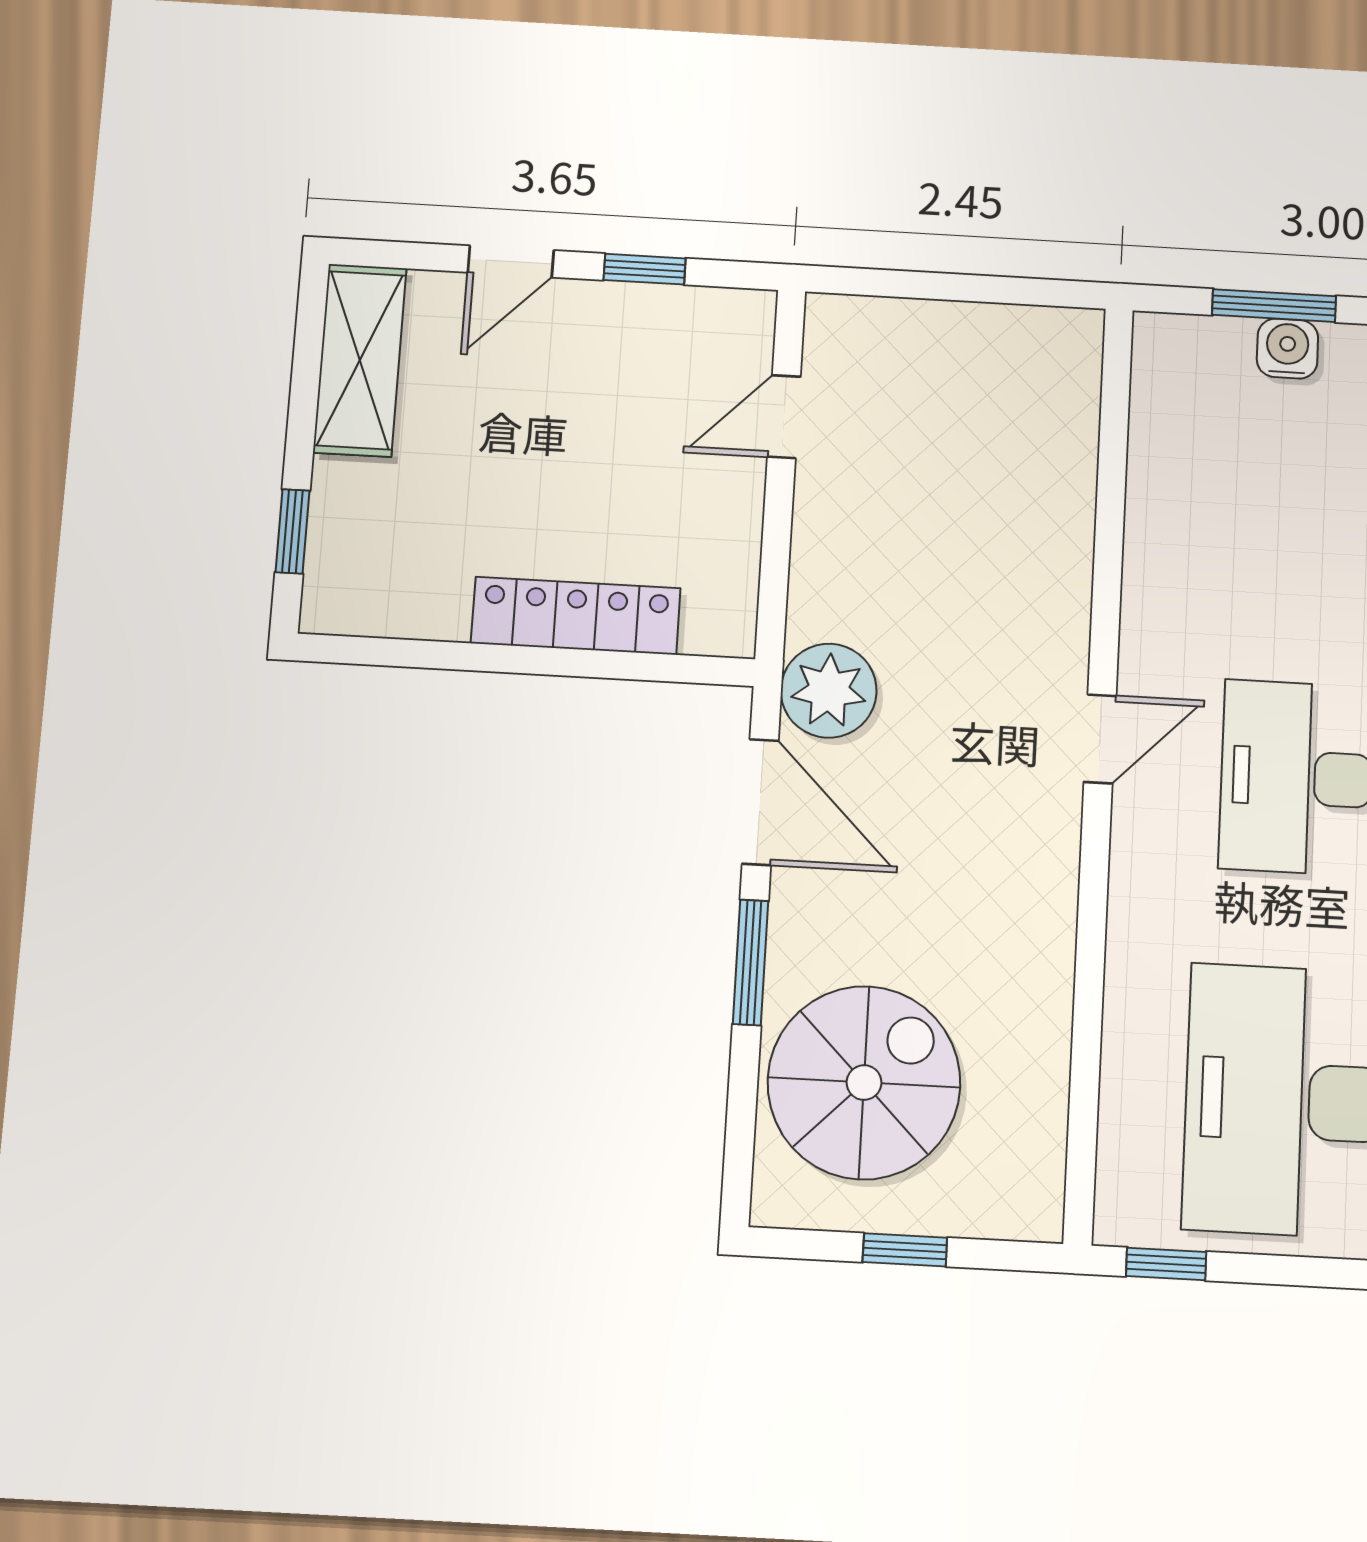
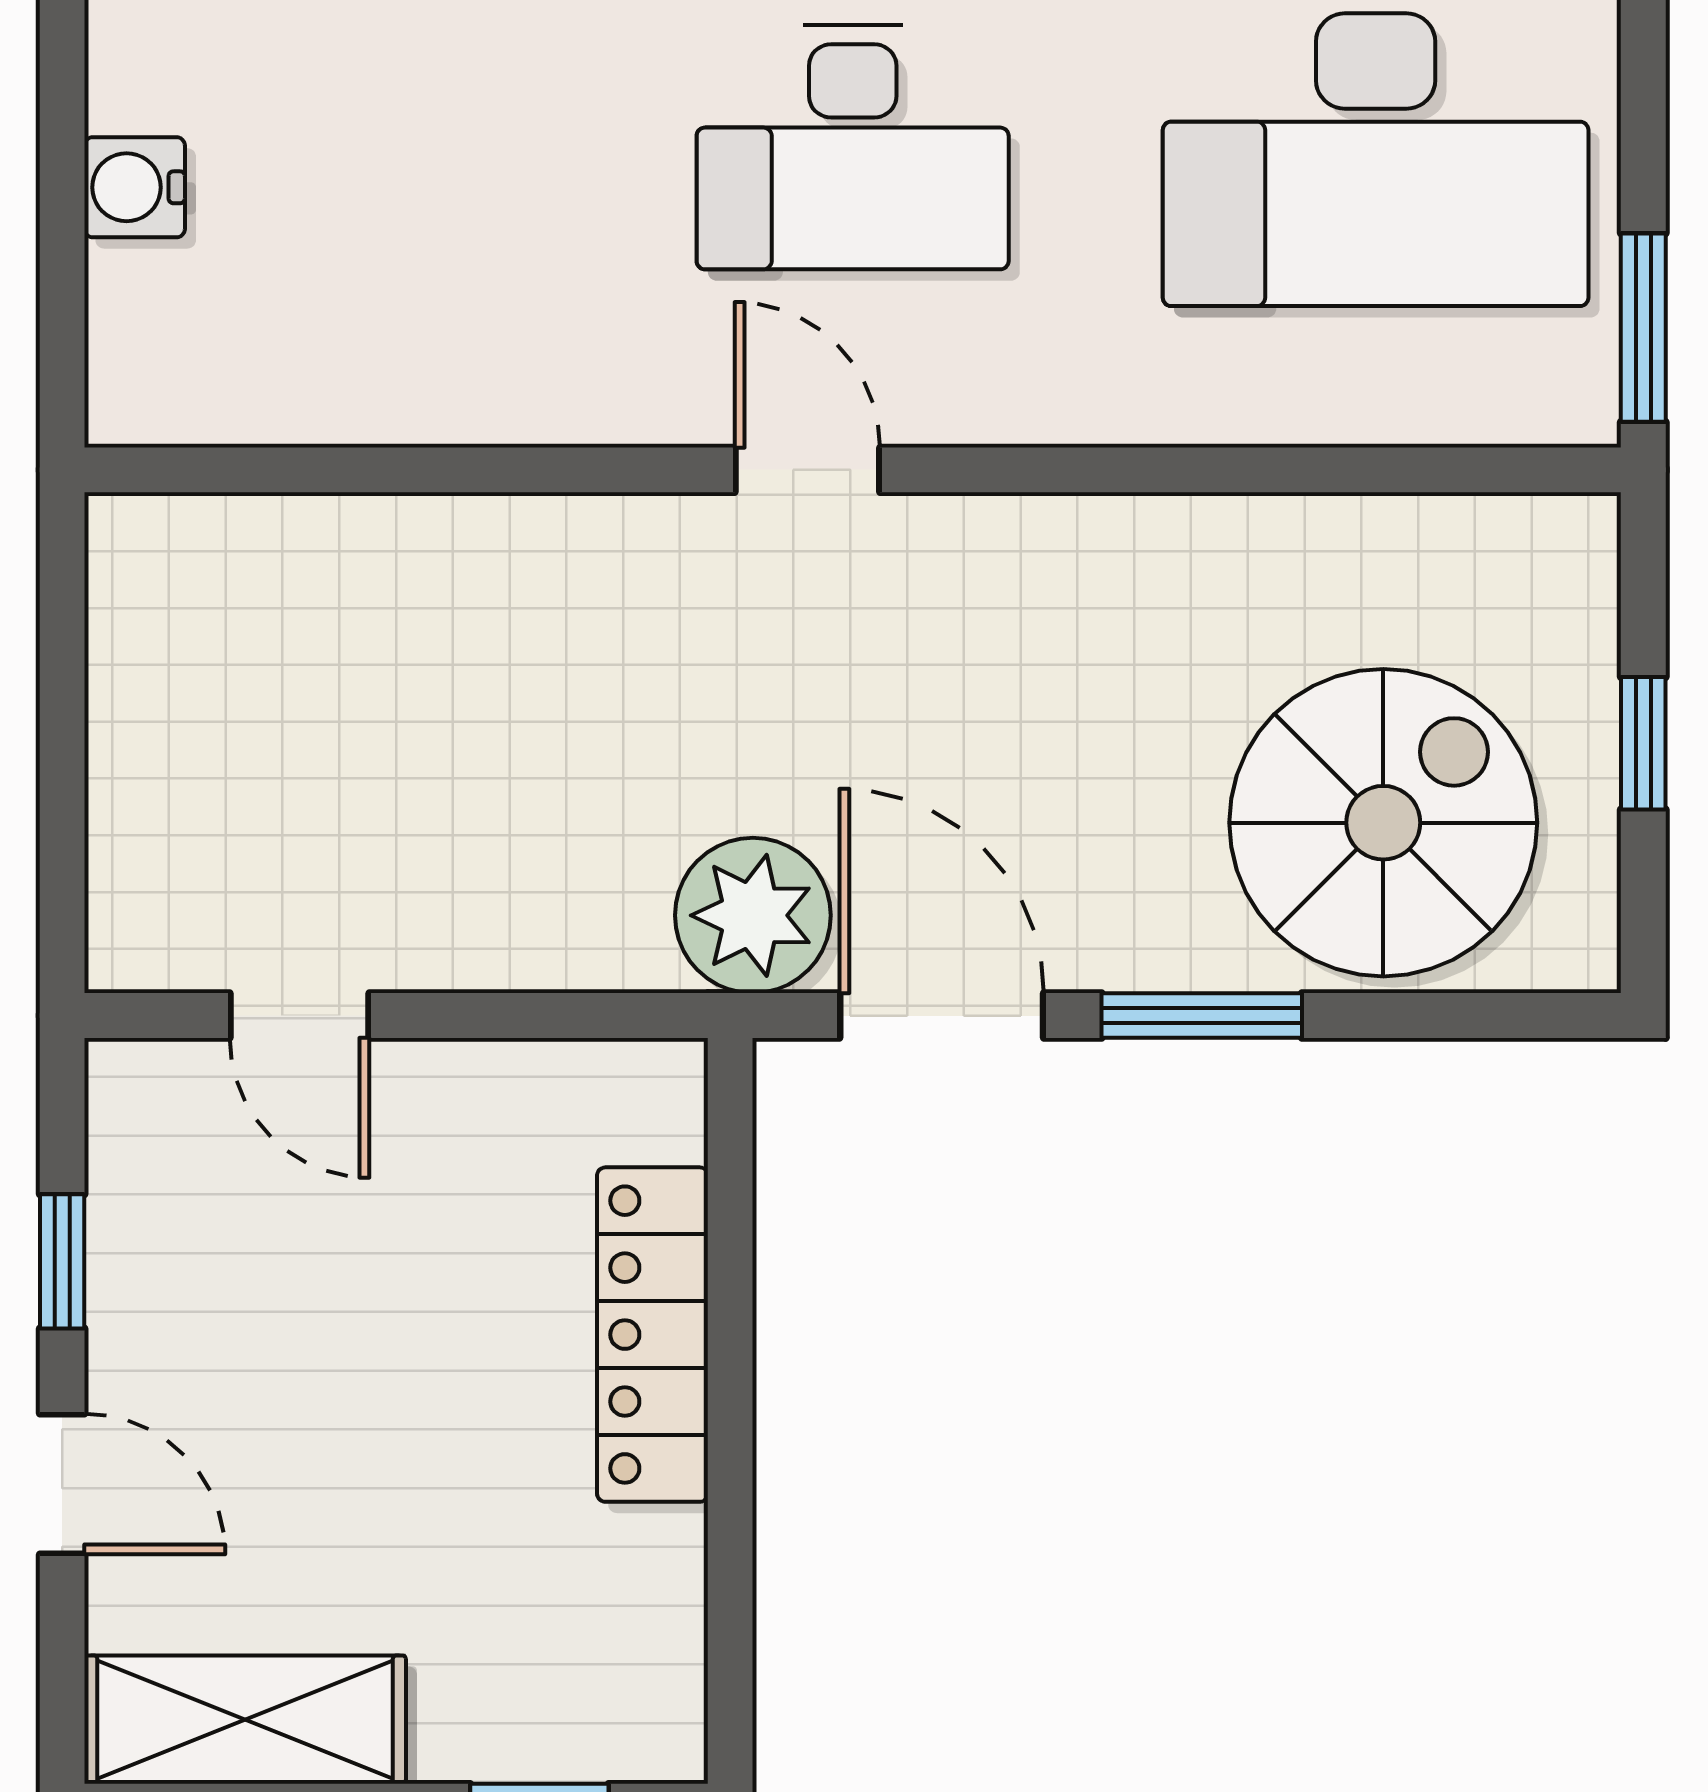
window: (1274, 306) -> (62, 212), removed
door: (760, 802) -> (942, 1016), hinge flipped
spiral stairs: (864, 1083) -> (1383, 823), turned 90
window: (1166, 1264) -> (1643, 328), width x1.50

